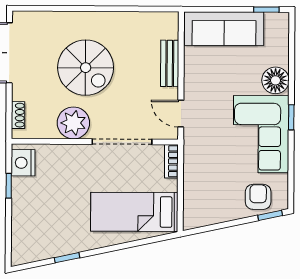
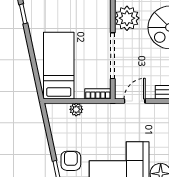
plant: (191, 189) -> (76, 109), added
armchair: (258, 197) -> (71, 161), turned -90

